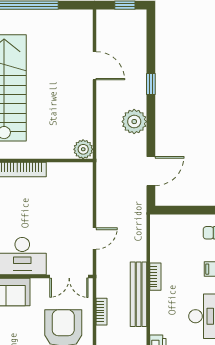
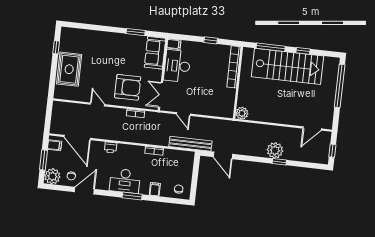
door: (95, 66) -> (312, 128), moved
plant: (134, 122) -> (275, 150), moved
bench: (139, 294) -> (190, 144), moved

